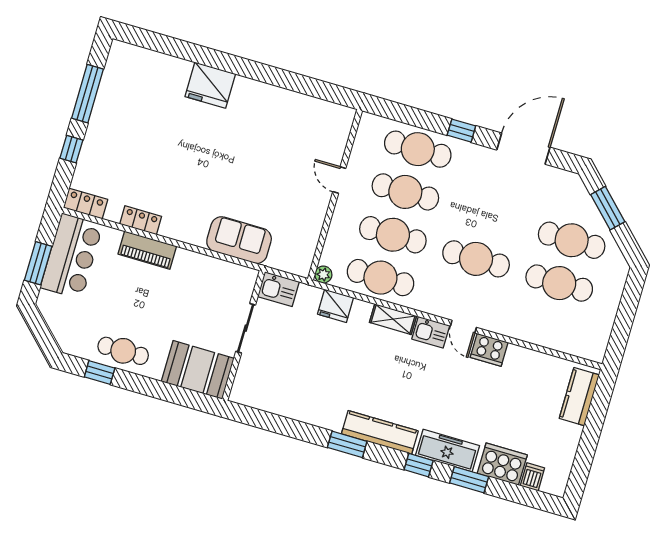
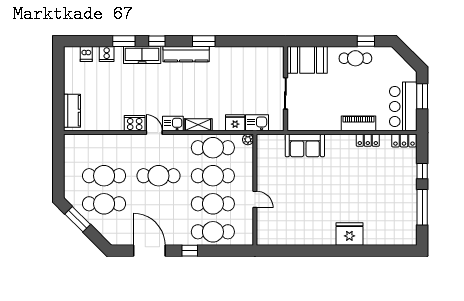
door: (523, 149) -> (149, 251), swing flipped
window: (608, 208) -> (78, 219), moved
kitchen sink: (278, 289) -> (257, 123), moved
cooker: (502, 464) -> (107, 54), width x0.53, depth x0.76

